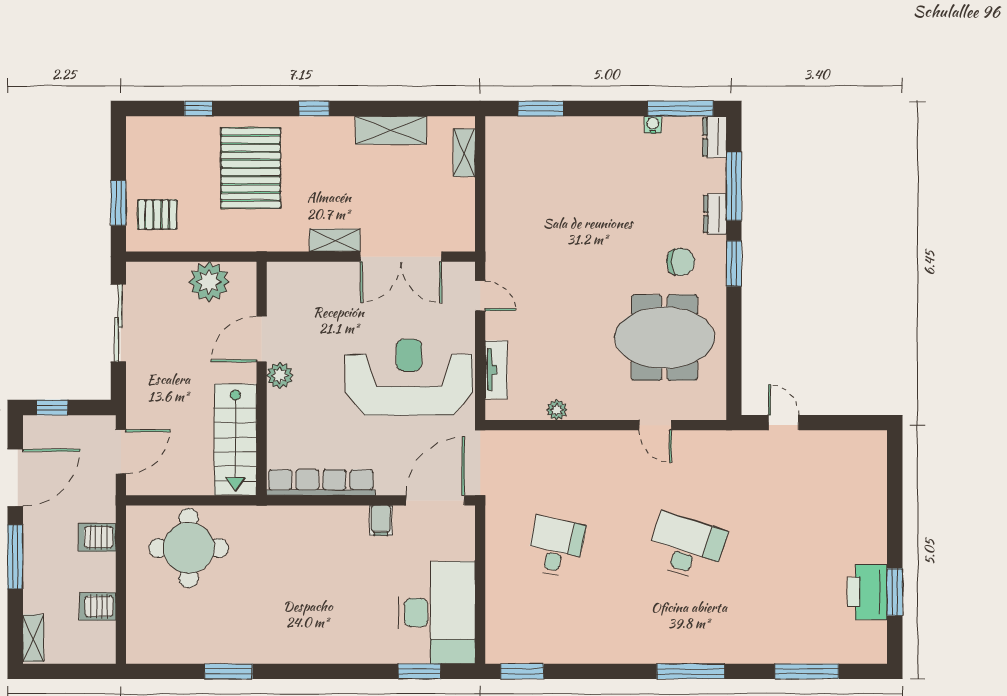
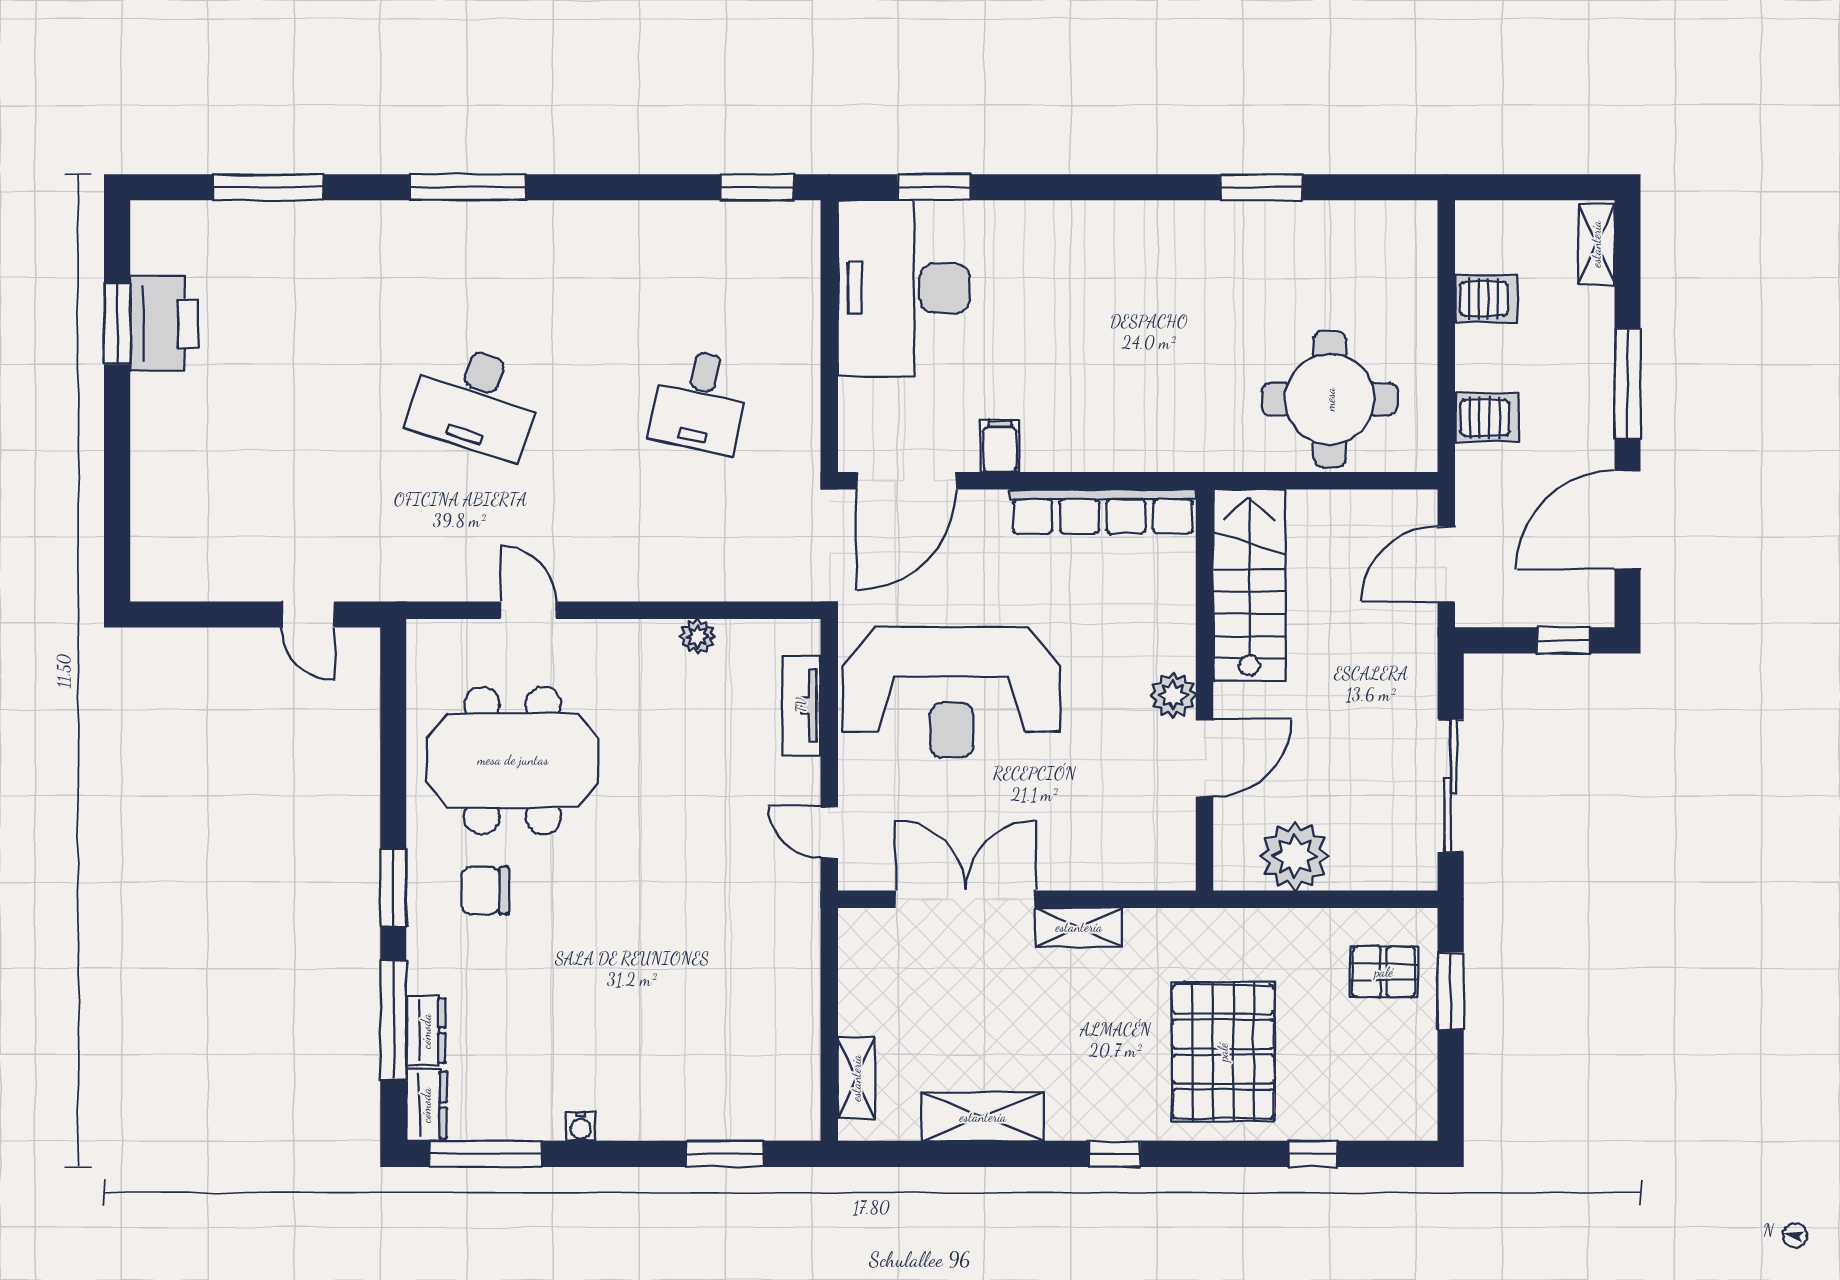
water cooler: (653, 125) -> (581, 1126), moved
dresser: (715, 214) -> (426, 1031), moved

